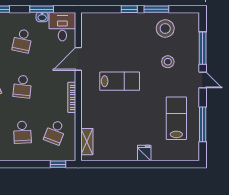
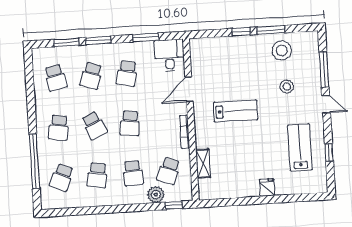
washbasin: (42, 17) -> (147, 46), removed
window: (203, 124) -> (329, 152), width x0.46
shelving: (87, 142) -> (203, 163), moved
plant: (42, 153) -> (156, 195), added

